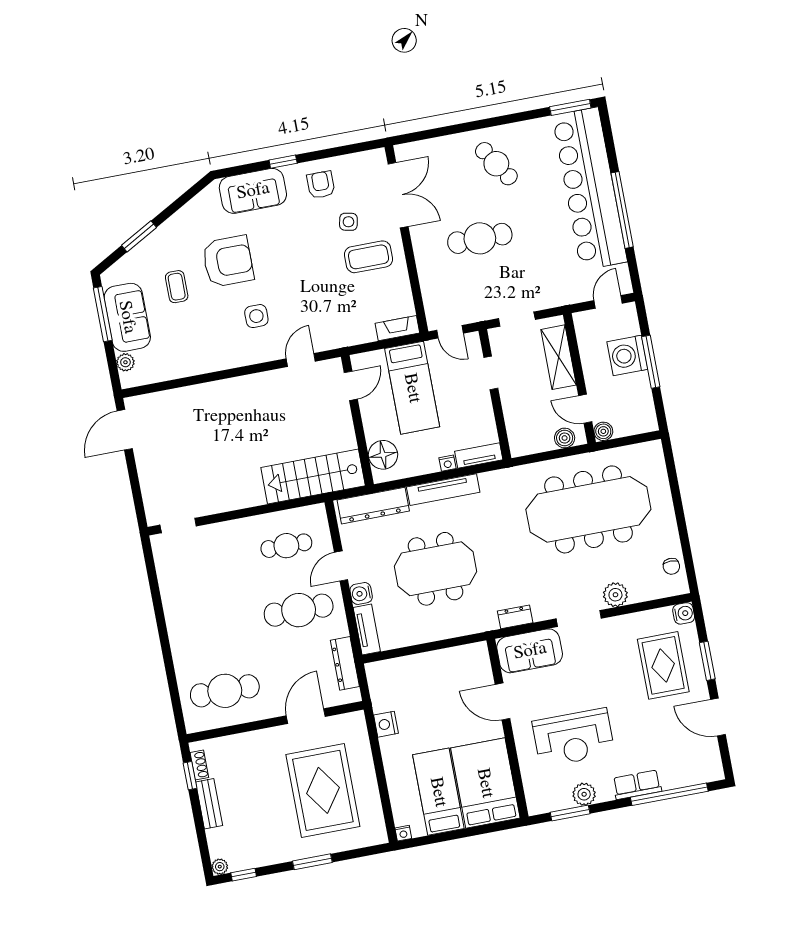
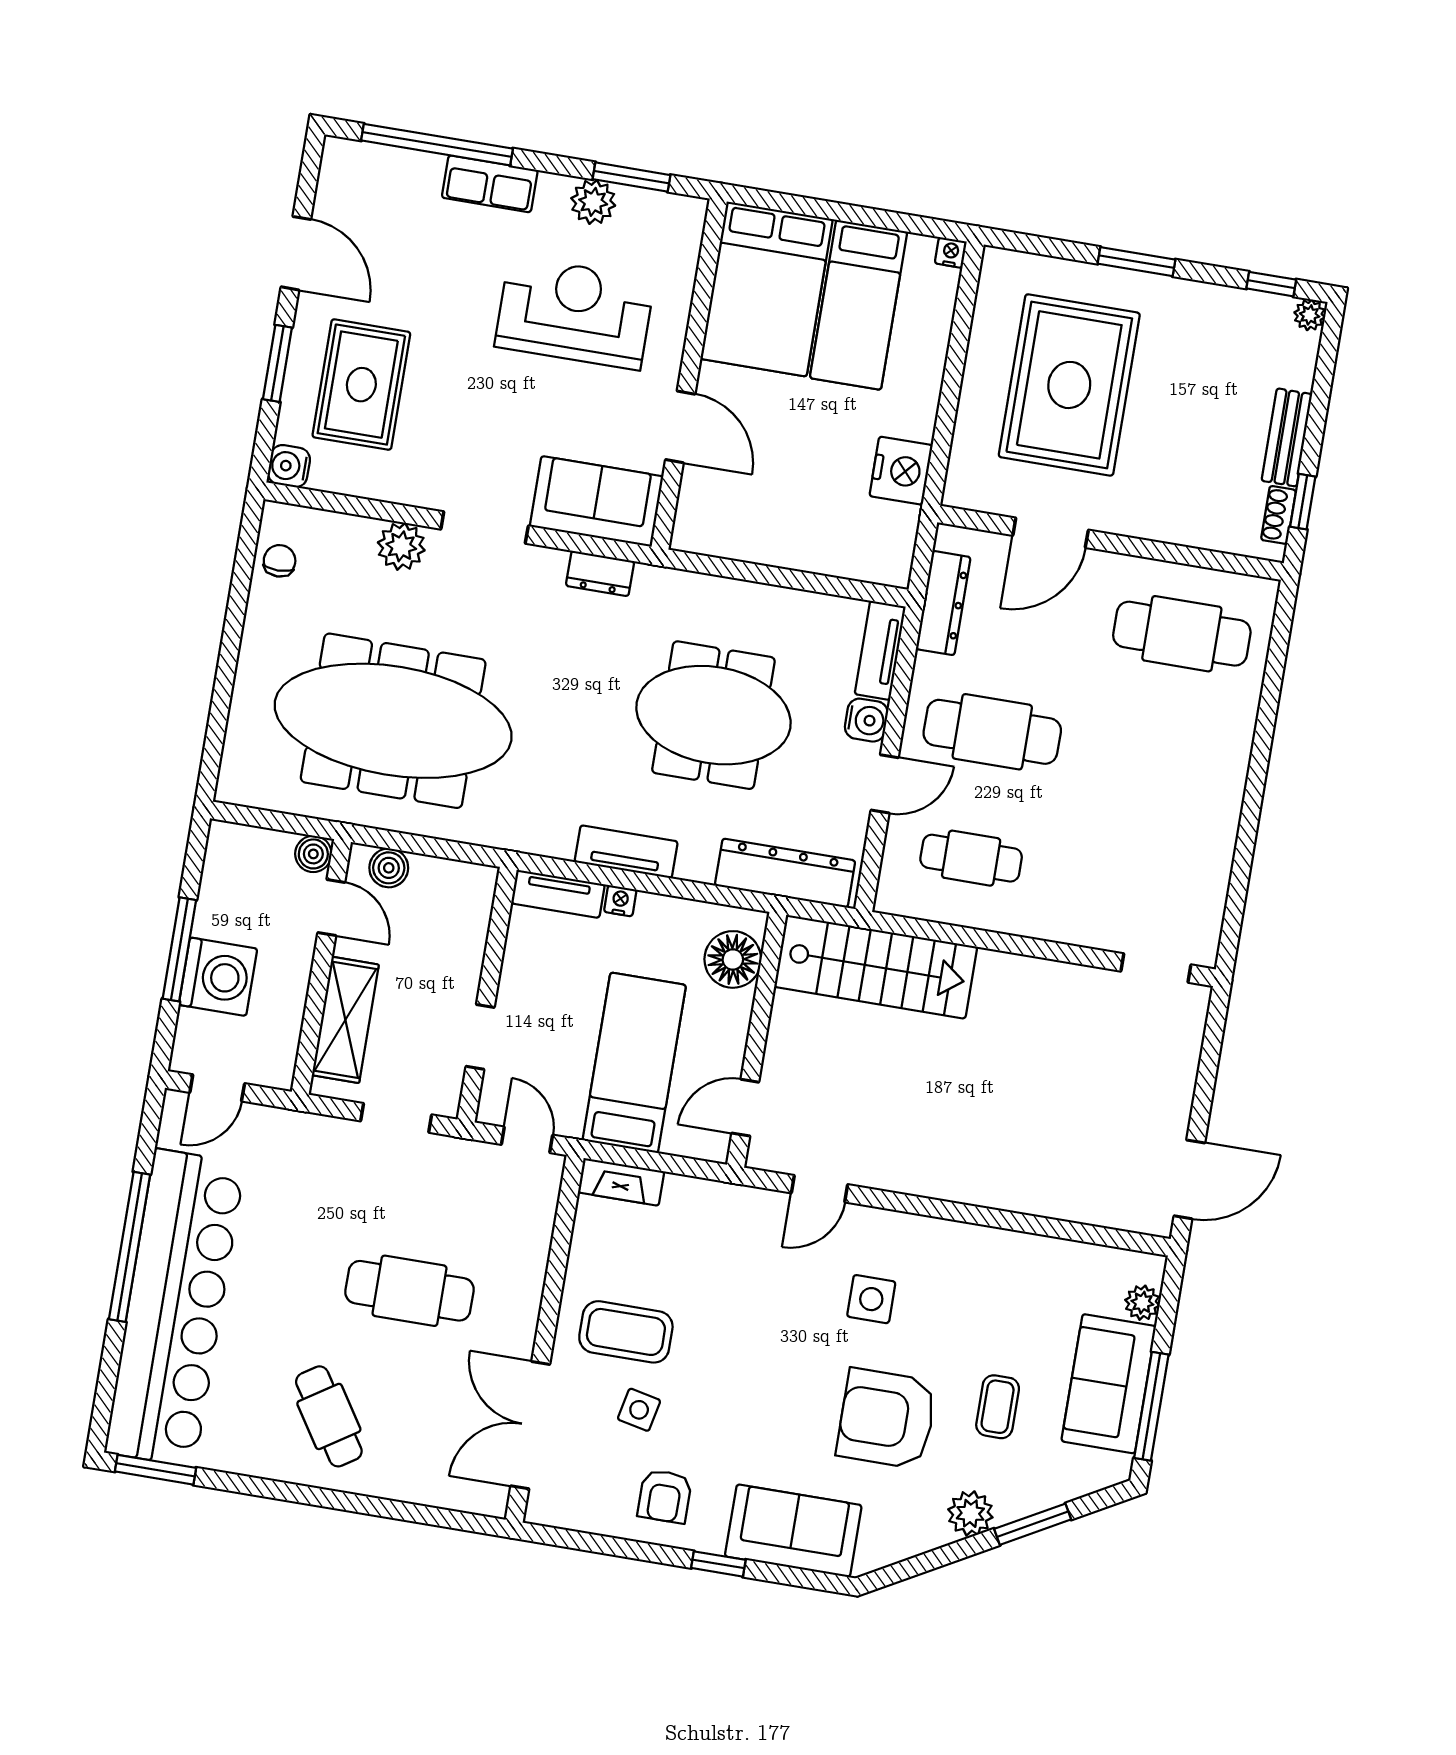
plant: (171, 231) -> (970, 1513), added
tv unit: (443, 490) -> (626, 852), width x0.71
nightstand: (386, 724) -> (901, 471), width x1.36, depth x1.33

